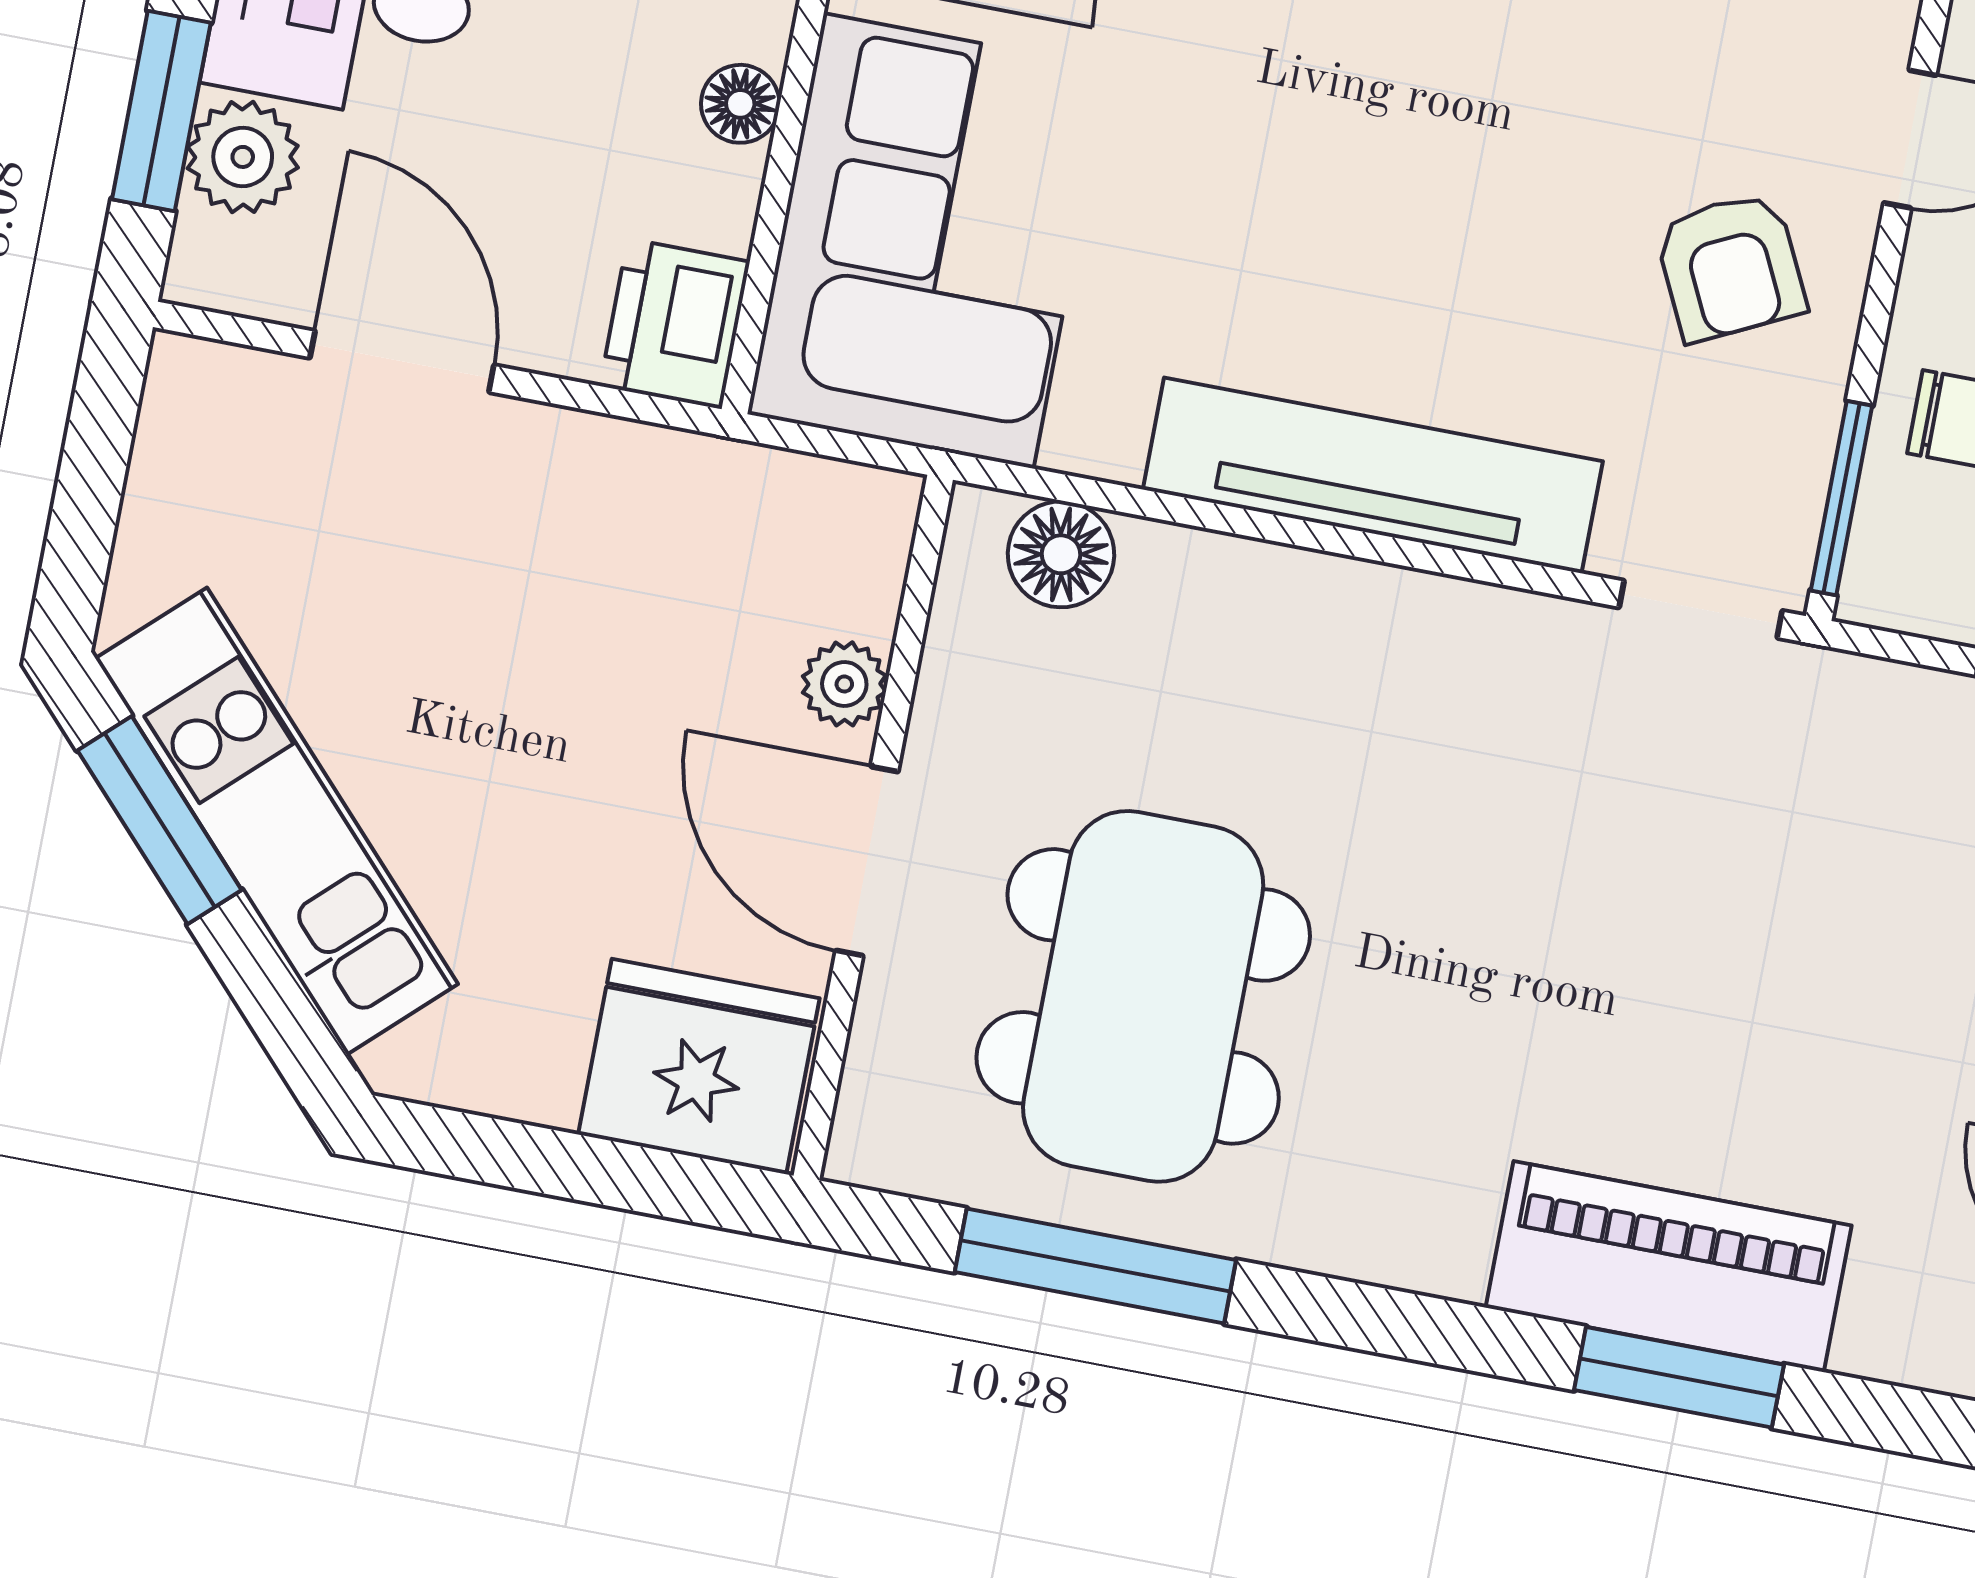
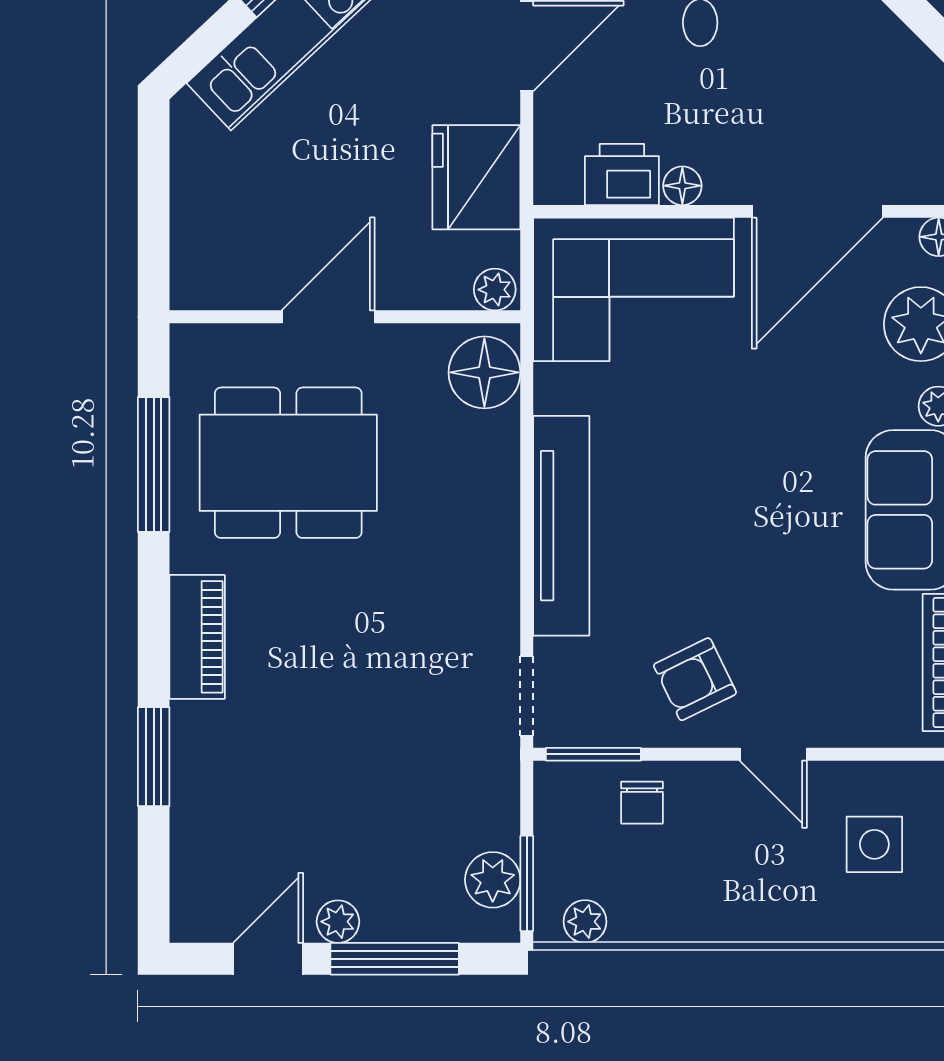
printer: (675, 324) -> (622, 174), moved
floor lamp: (1061, 554) -> (484, 372), width x1.38, depth x1.38
plant: (844, 684) -> (495, 290), moved
fridge: (699, 1066) -> (476, 177), moved, turned 180
piano: (1669, 1267) -> (197, 637), moved, width x0.73, depth x0.75

